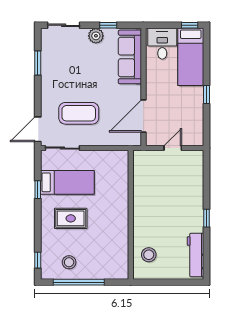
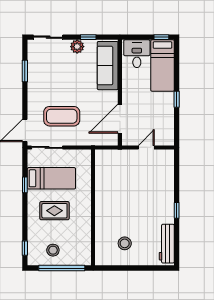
wall: (131, 215) -> (93, 207), moved

